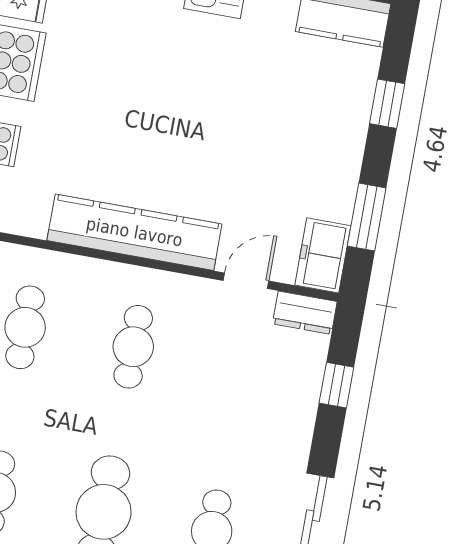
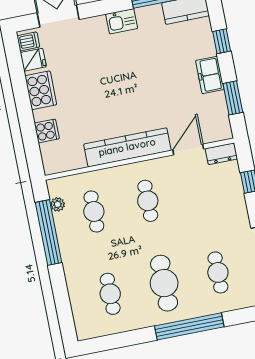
freezer: (323, 255) -> (210, 75), moved
door: (246, 281) -> (188, 150), width x1.38

